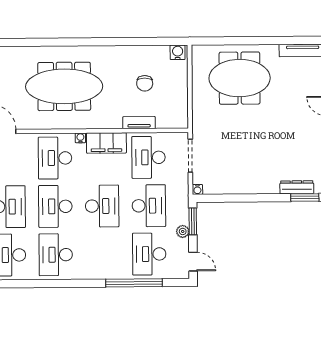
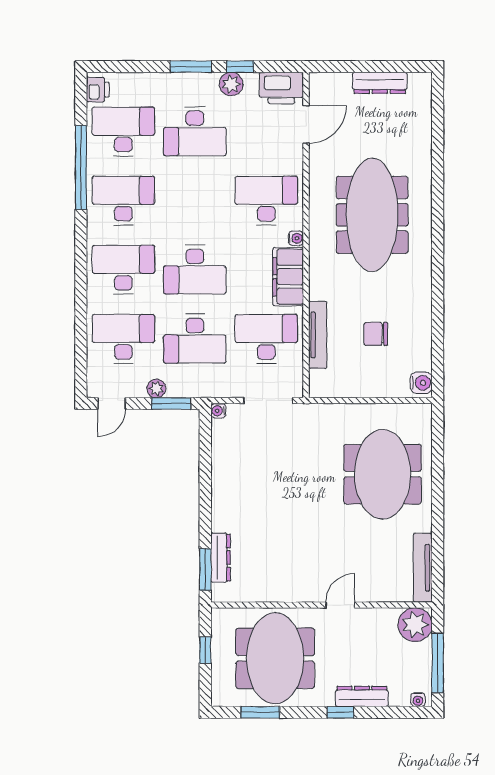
tv unit: (139, 123) -> (318, 335), width x1.41
desk: (55, 206) -> (123, 270), moved
window: (134, 283) -> (81, 167), moved

